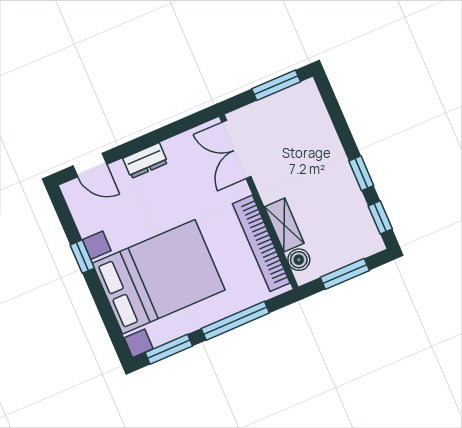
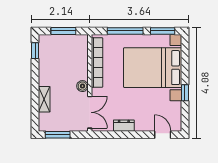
dresser: (145, 161) -> (124, 126), moved
window: (361, 173) -> (35, 76), removed
shelving: (284, 225) -> (44, 99), moved
boiler: (299, 260) -> (82, 86), moved

